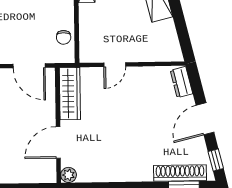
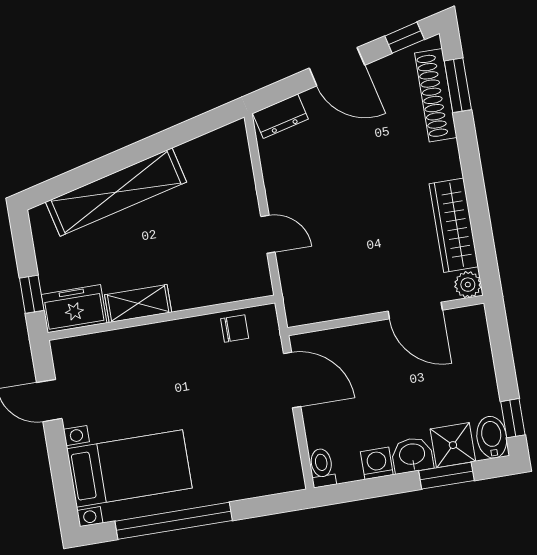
door: (29, 66) -> (292, 380), hinge flipped
wardrobe: (70, 94) -> (454, 225), moved, turned -90

